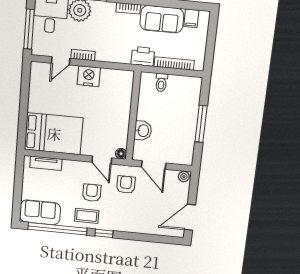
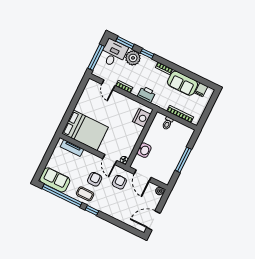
printer: (143, 56) -> (146, 94), moved
door: (61, 61) -> (108, 85), hinge flipped
nightstand: (89, 76) -> (142, 118), moved, turned 90

